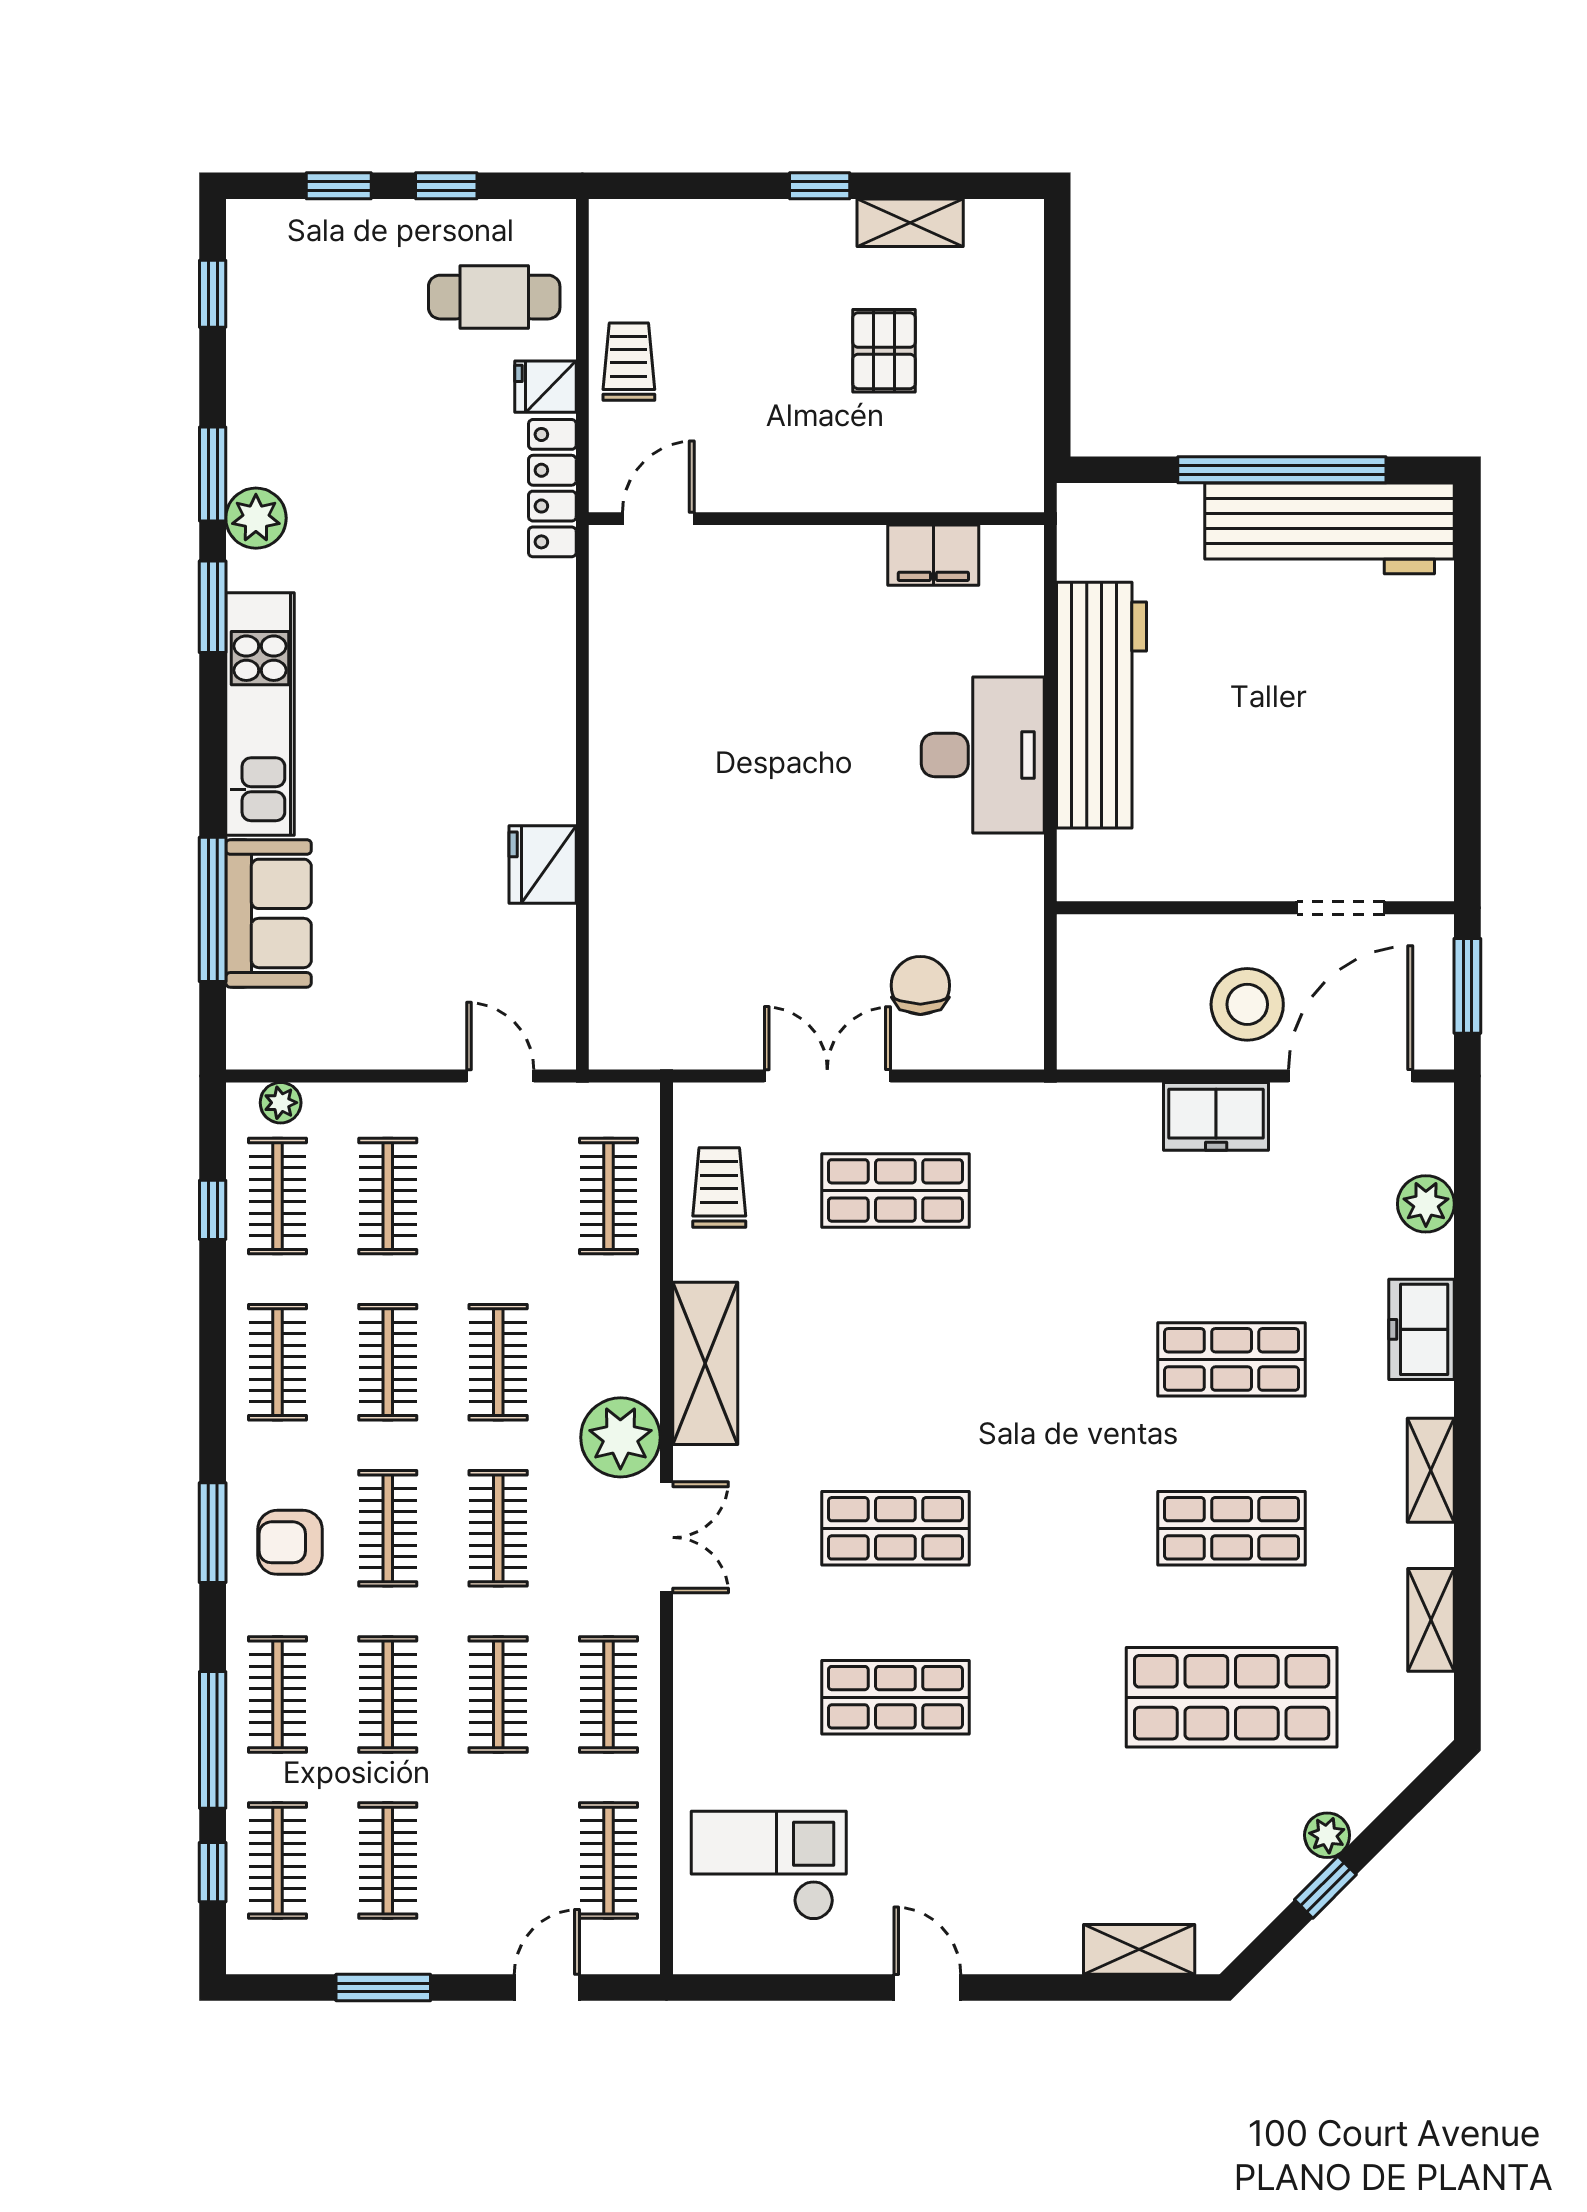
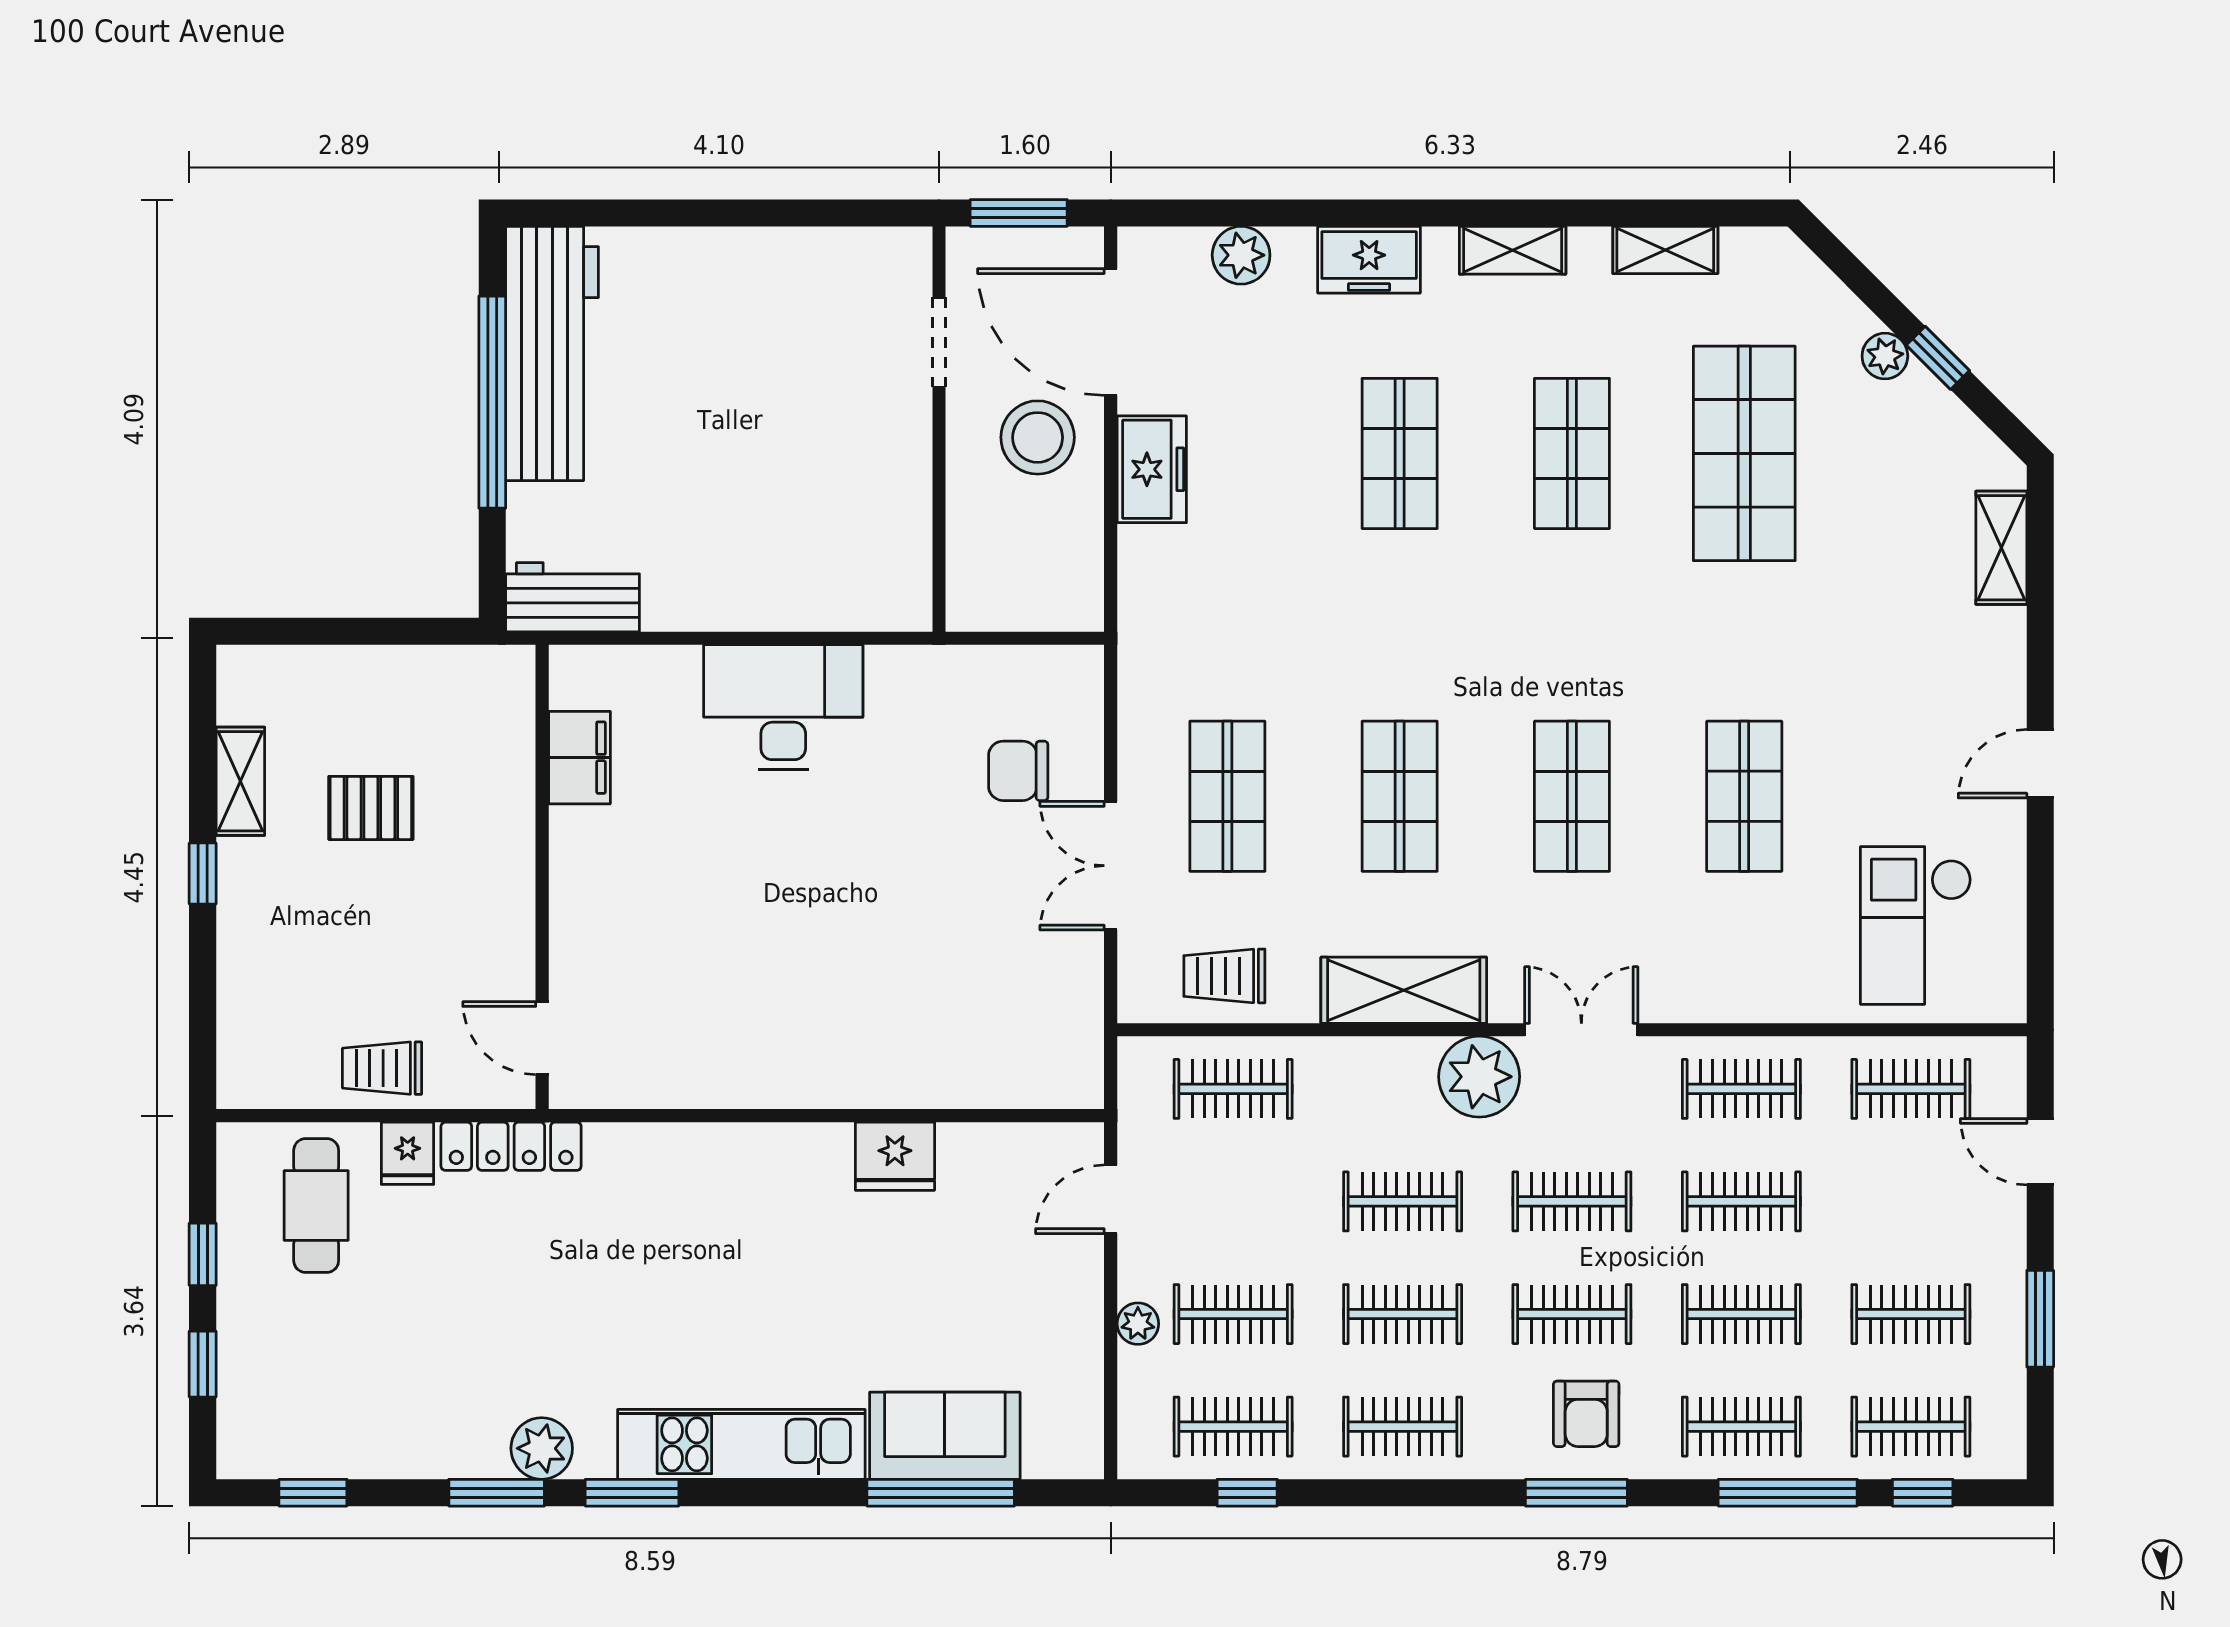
workbench: (1102, 705) -> (573, 597), moved, width x0.53, depth x0.76
plant: (281, 1103) -> (1138, 1324), moved
shop shelf: (895, 1359) -> (1400, 796), added

